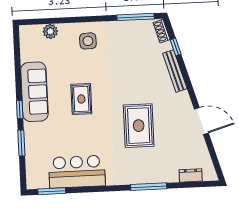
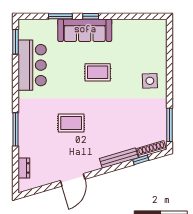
plant: (50, 31) -> (160, 47), removed
shoe rack: (162, 31) -> (152, 149), width x1.43
sofa: (34, 92) -> (85, 30), moved
rug: (139, 126) -> (71, 123), width x0.73, depth x0.70

